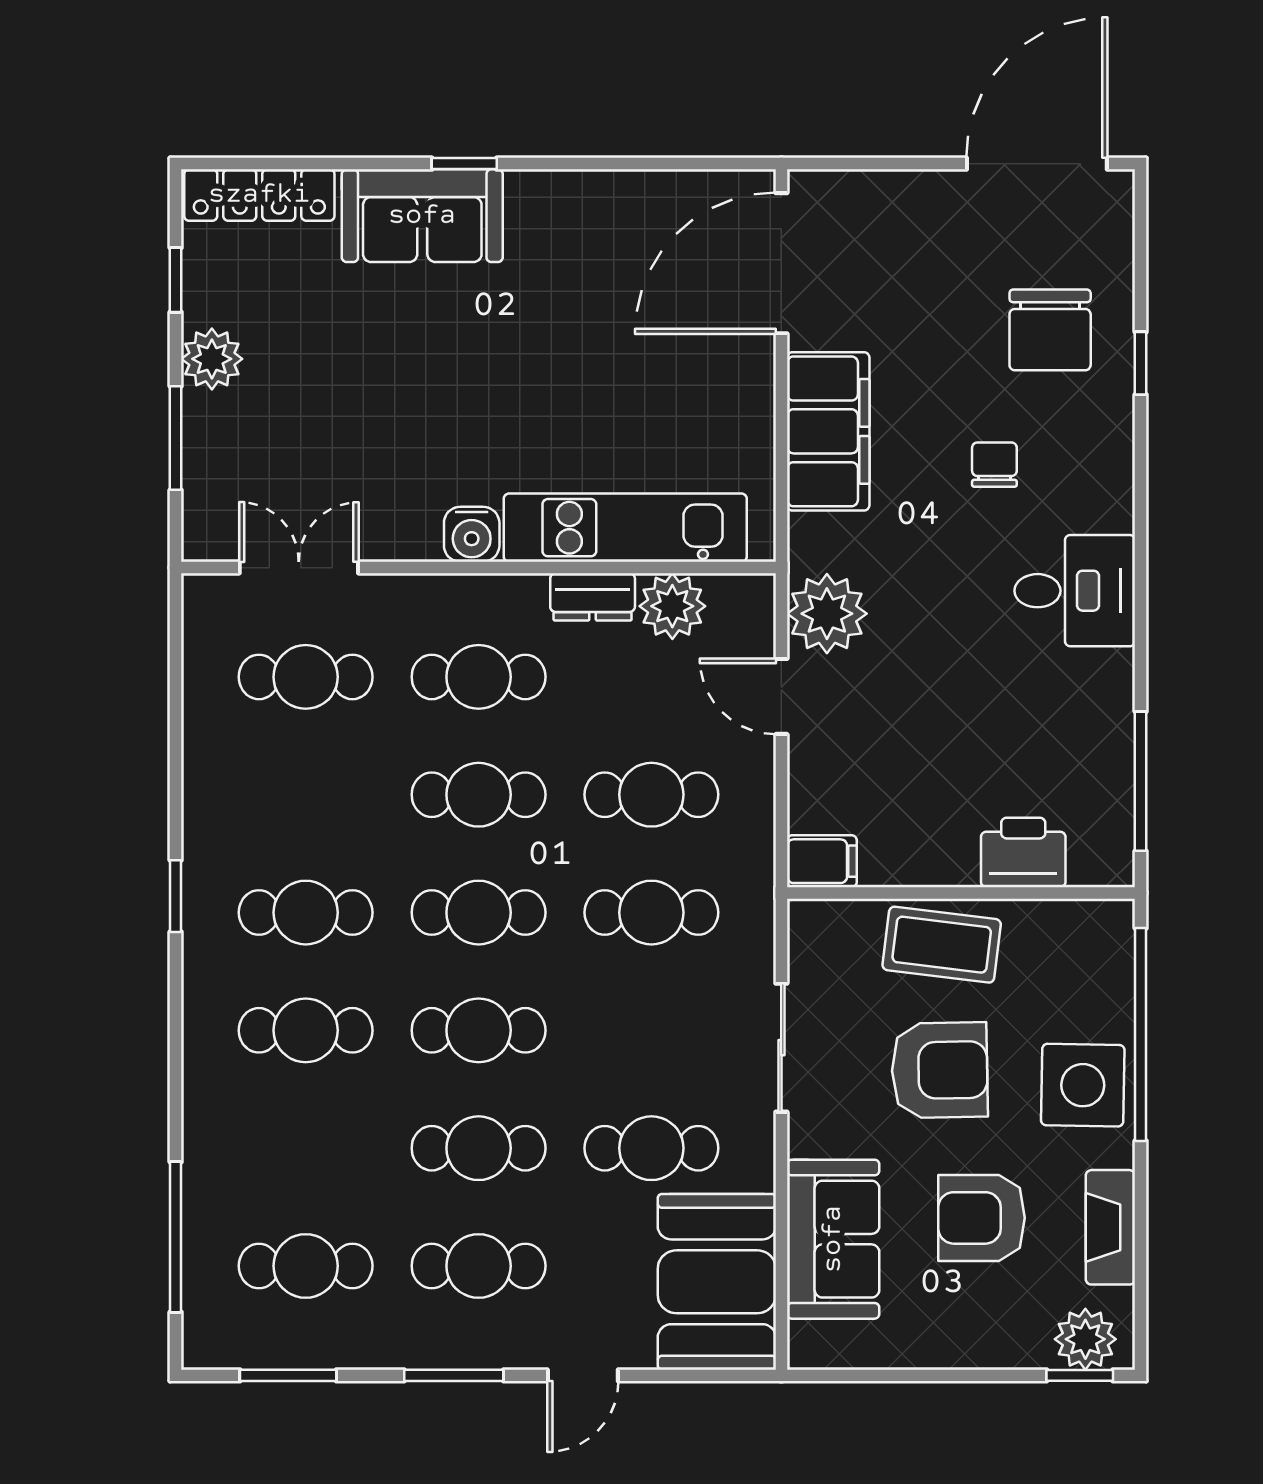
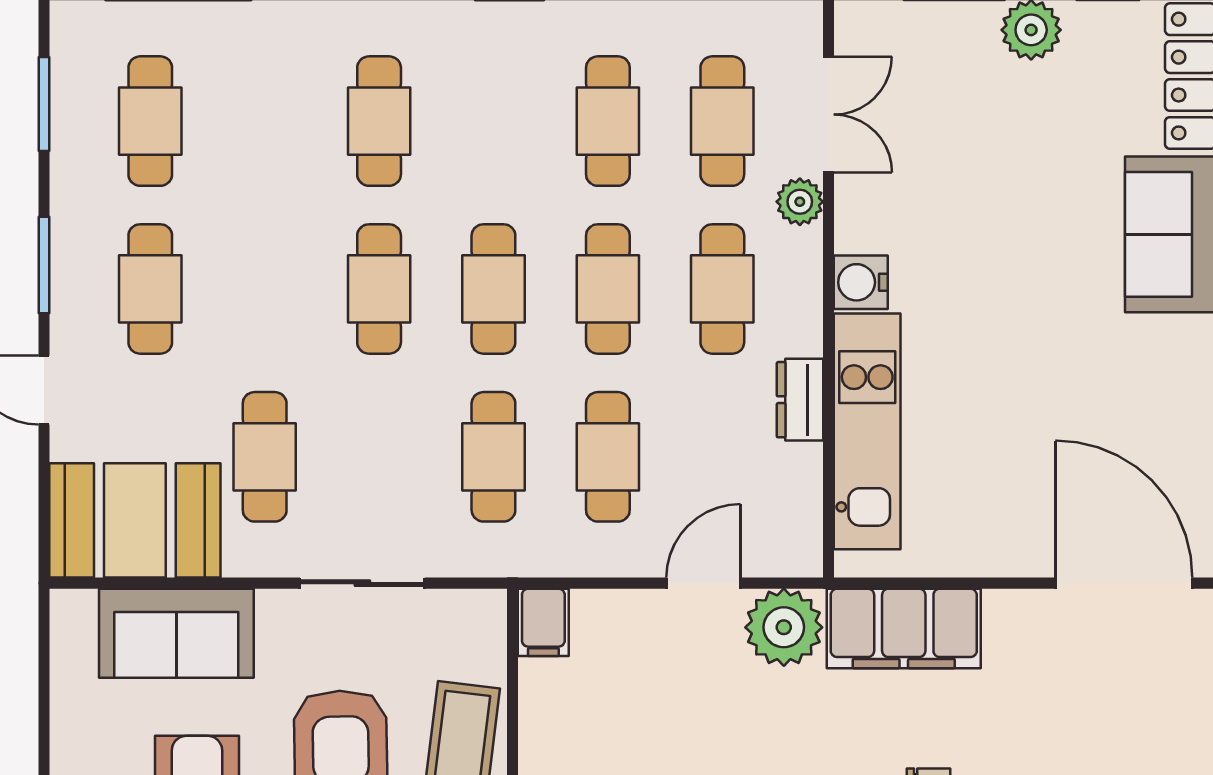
filing cabinet: (828, 431) -> (904, 628), moved
plant: (672, 606) -> (800, 202), moved, width x0.73, depth x0.73
cafe table: (306, 913) -> (608, 121), moved
cafe table: (479, 1148) -> (265, 289), removed

